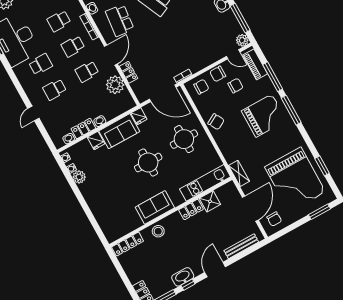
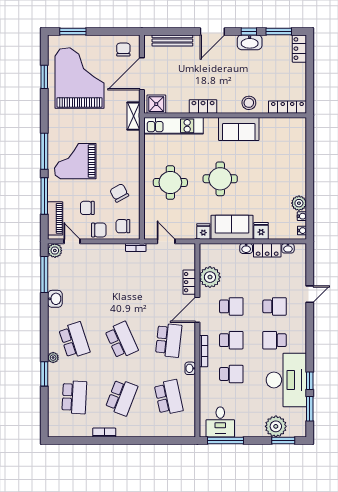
door: (163, 93) -> (166, 241), width x0.53
chair: (216, 122) -> (119, 193), moved
shower: (210, 201) -> (156, 104), moved

